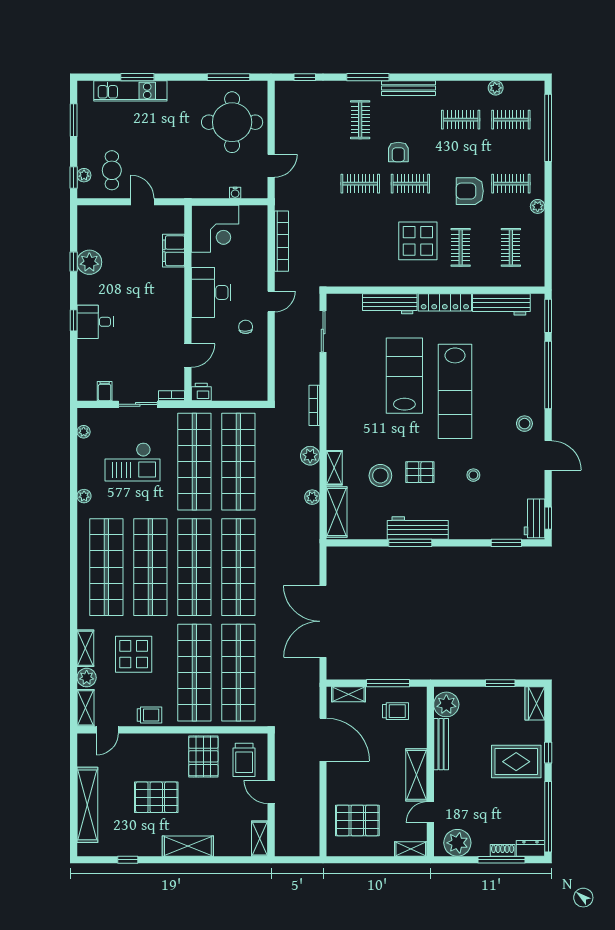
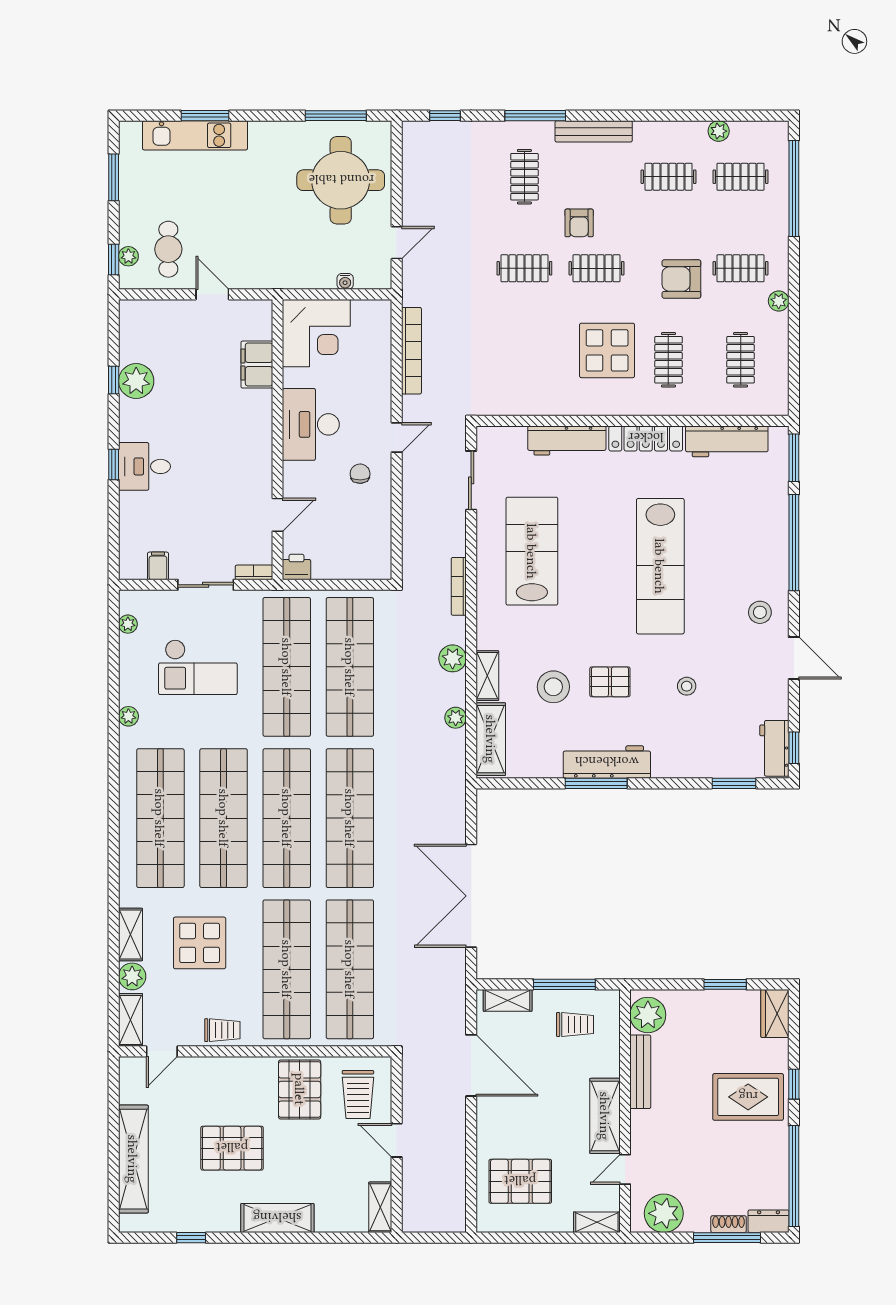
lab bench: (404, 376) -> (532, 551), moved

